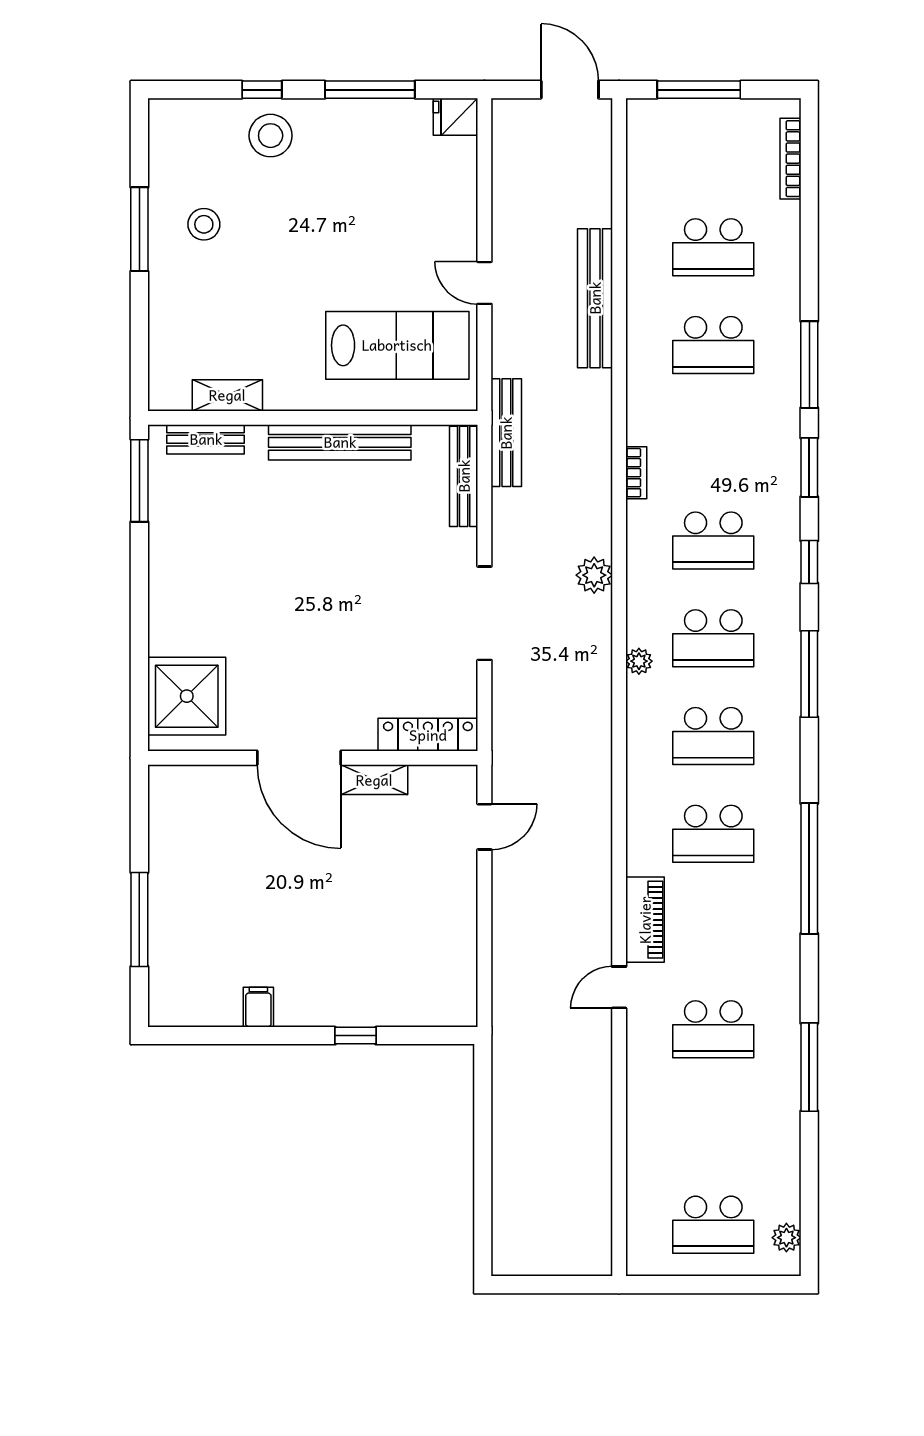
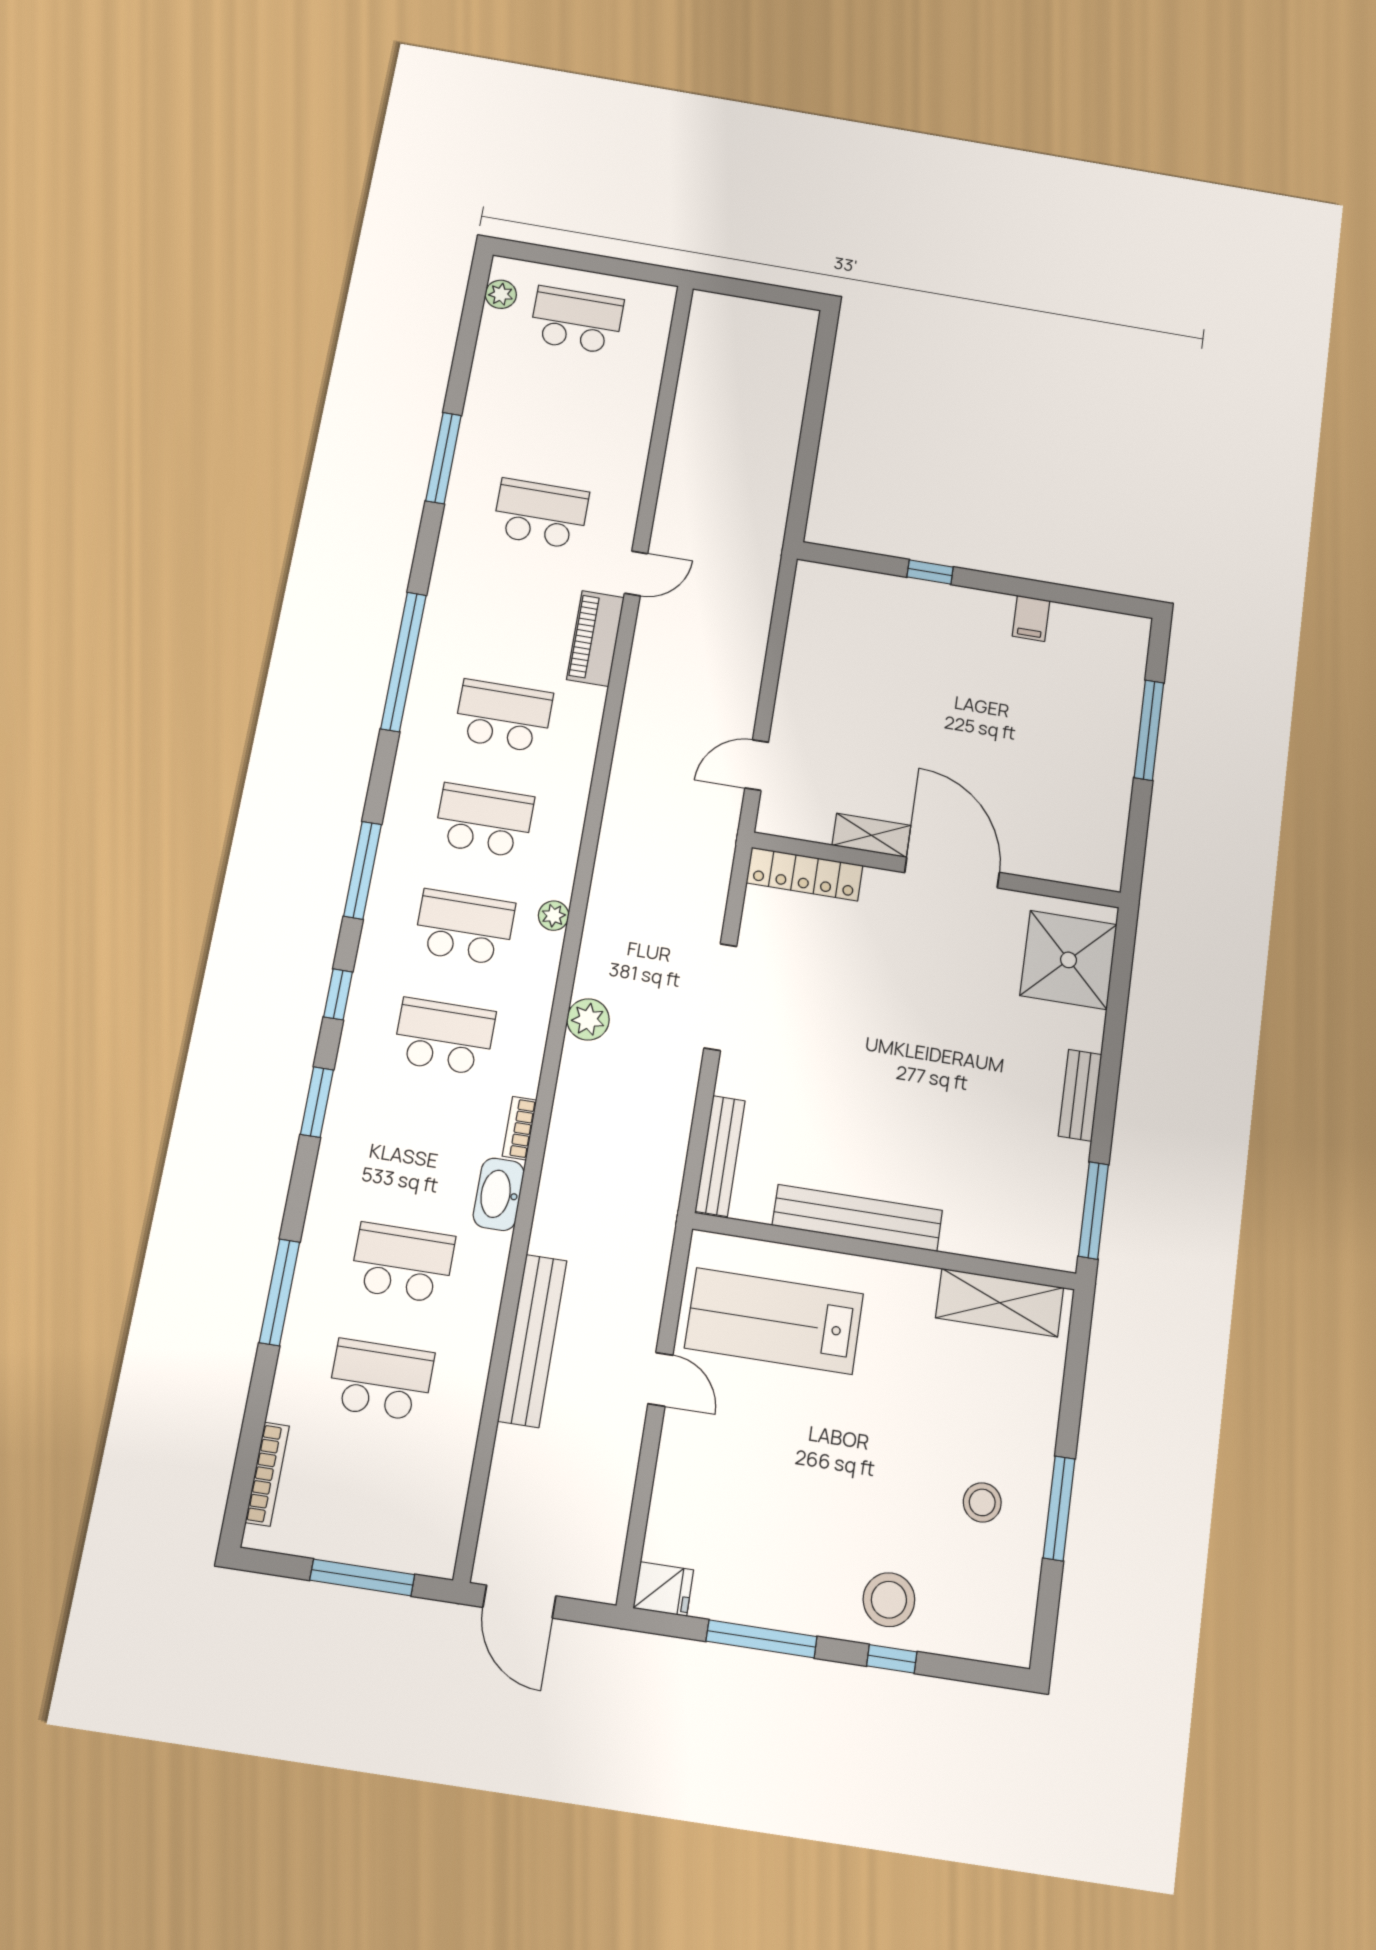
window: (809, 365) -> (280, 1292), moved
shelving: (227, 395) -> (1000, 1303), width x1.50, depth x1.33
washbasin: (644, 414) -> (499, 1194), added
bench: (506, 433) -> (663, 1198), removed
bench: (206, 439) -> (1080, 1095), moved, turned 90

